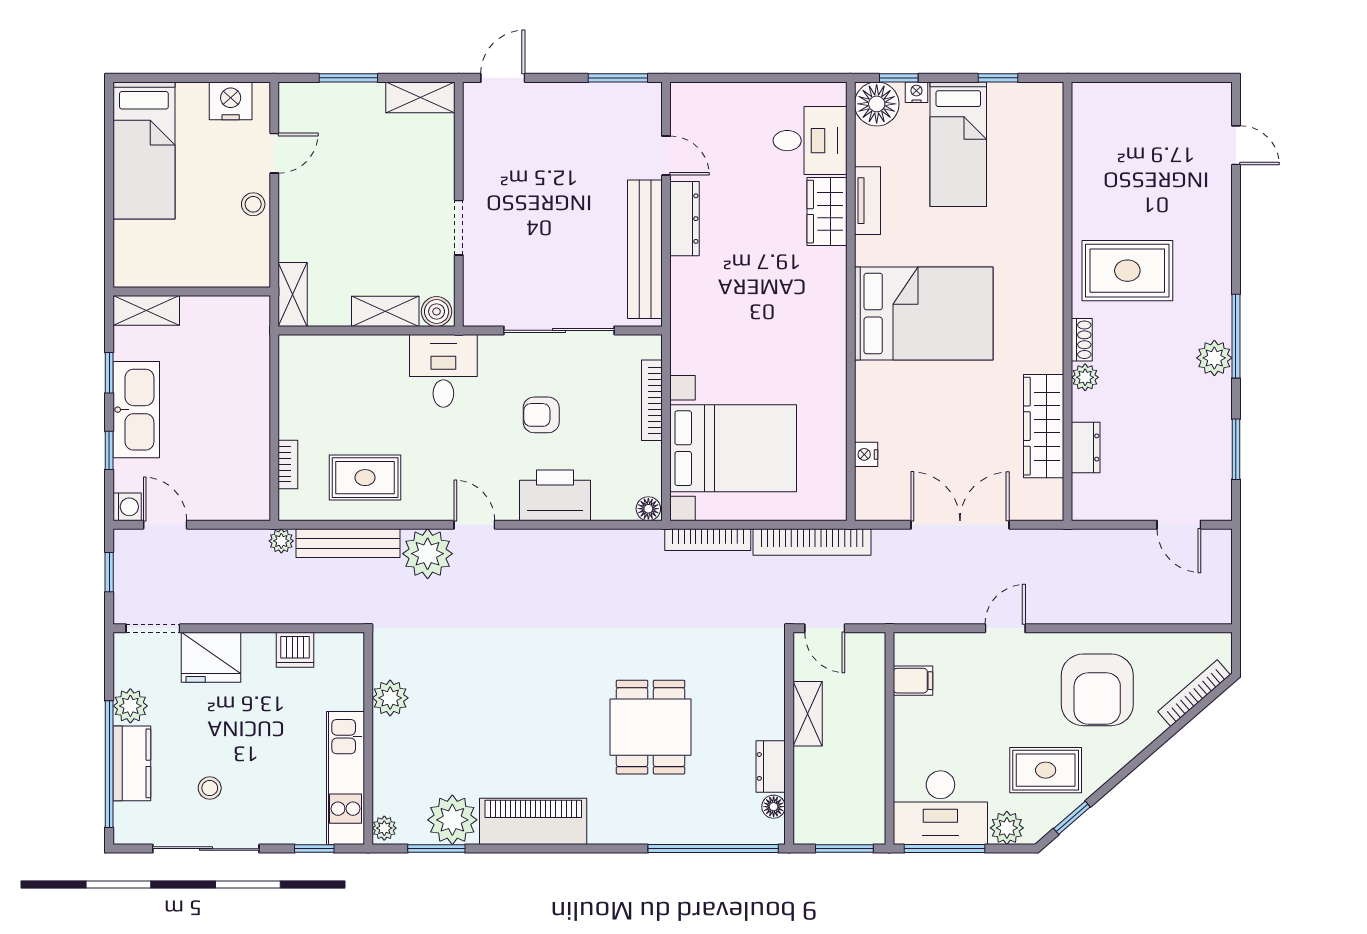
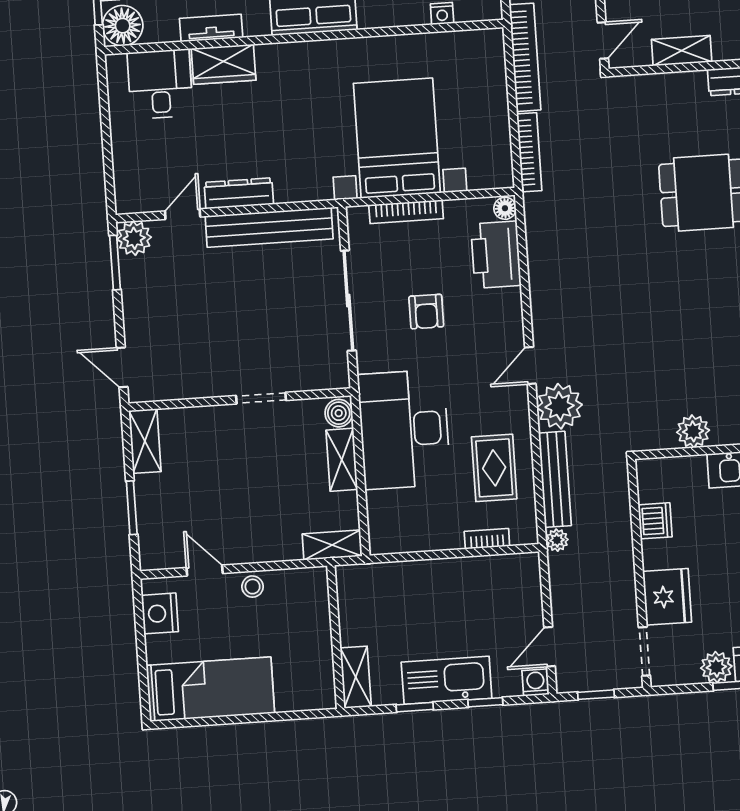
plant: (643, 101) -> (134, 238), added
desk: (443, 371) -> (404, 429), width x1.87, depth x1.30
bed with nightstands: (733, 448) -> (397, 138), moved
printer: (555, 495) -> (496, 255), moved

